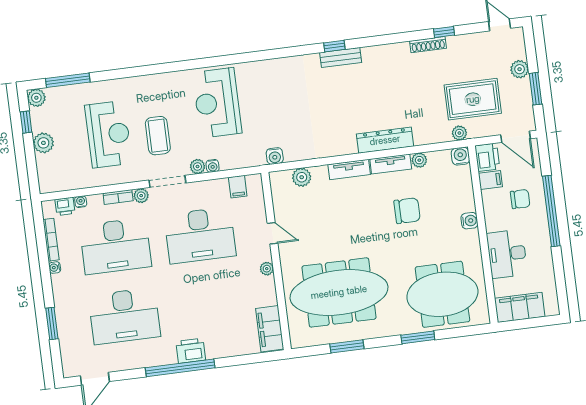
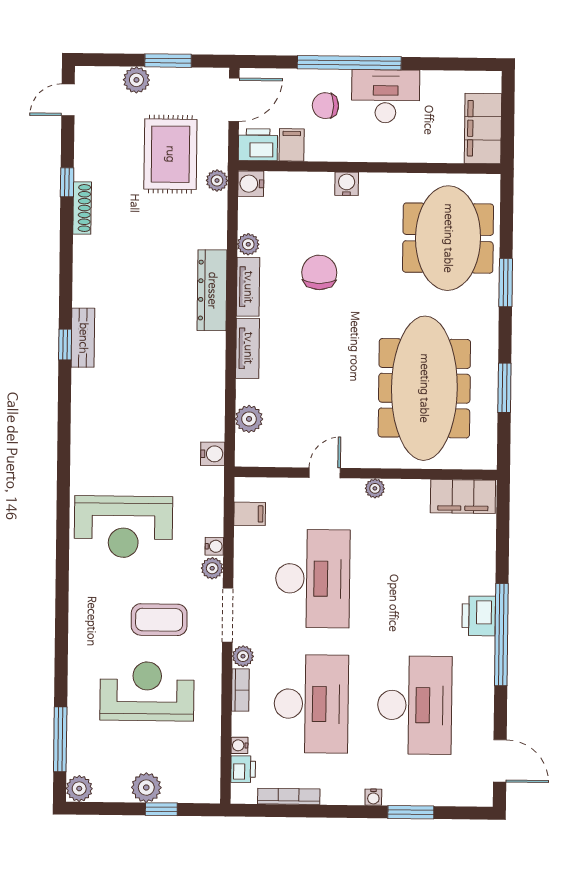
window: (26, 122) -> (161, 809), moved
chair: (520, 199) -> (325, 106), turned -90
desk: (507, 254) -> (386, 96), moved, turned 180
water cooler: (55, 268) -> (373, 797), moved

